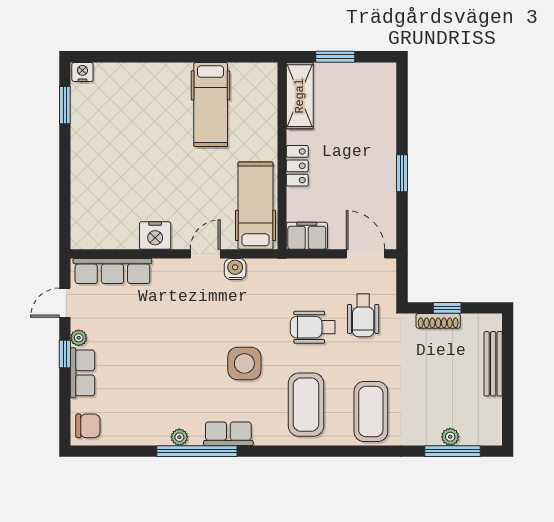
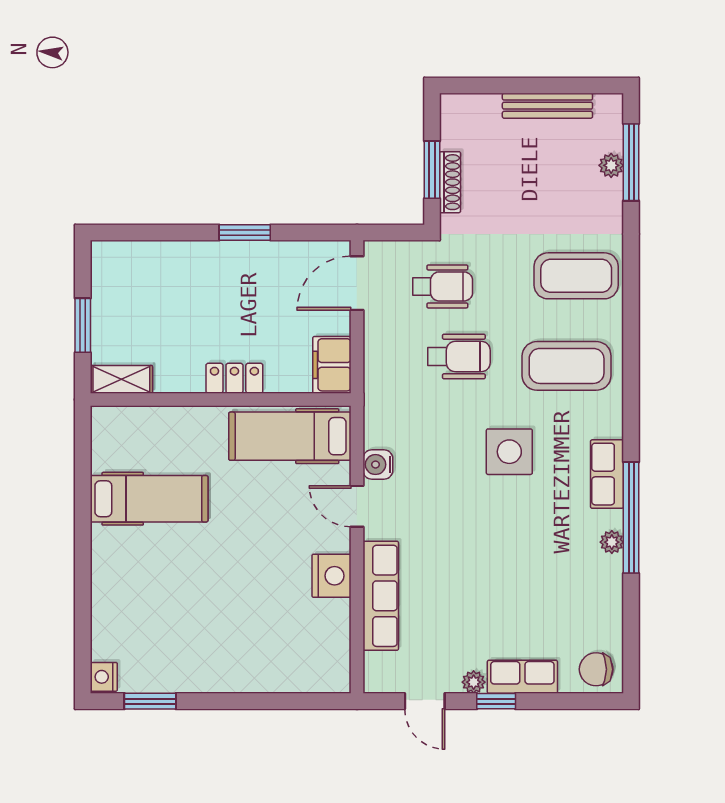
shelving: (300, 96) -> (121, 379), width x0.67, depth x0.75
row of seats: (112, 271) -> (381, 596), moved
window: (447, 308) -> (432, 170), width x1.50
wheelchair: (313, 327) -> (459, 356), turned -90
bench: (493, 364) -> (547, 106), moved
chair: (88, 426) -> (596, 669), turned -90

